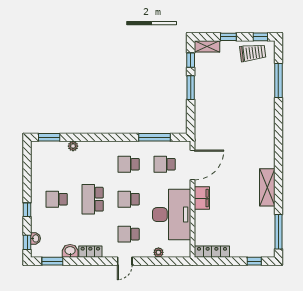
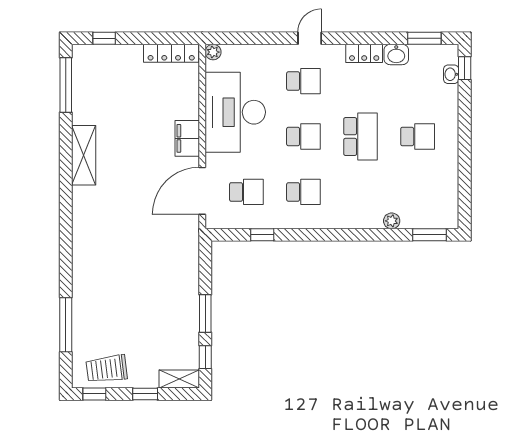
window: (155, 137) -> (262, 235), width x0.46
window: (27, 210) -> (465, 120), removed
plant: (158, 252) -> (213, 52), moved

